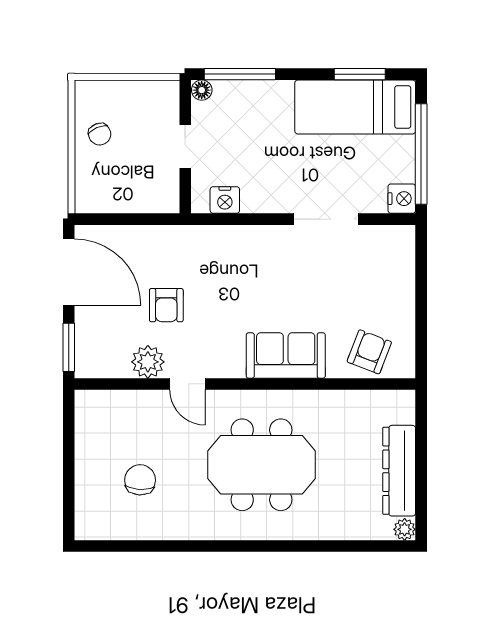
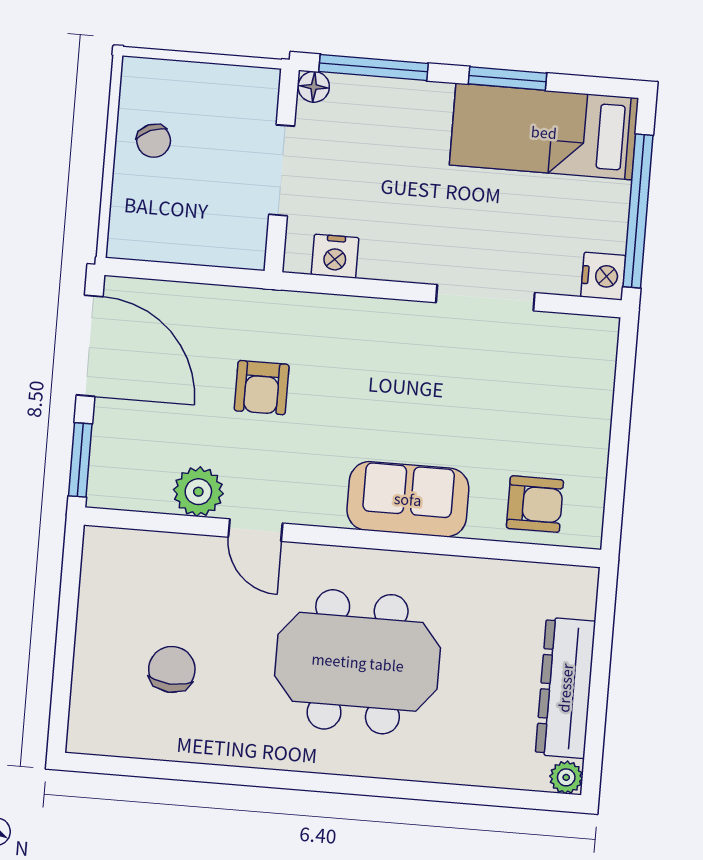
window: (360, 74) -> (508, 78), moved
doorway: (185, 147) -> (282, 170), width x1.38
armchair: (166, 305) -> (262, 388), moved
armchair: (369, 352) -> (535, 504), turned 69

